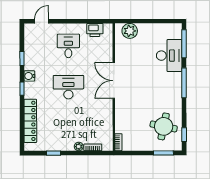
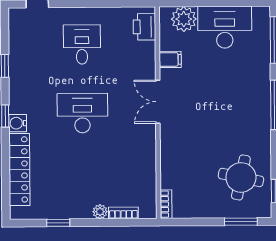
printer: (95, 30) -> (144, 27), moved, turned 90
filing cabinet: (121, 55) -> (170, 59), added
desk: (169, 56) -> (225, 27), moved, turned -90
water cooler: (29, 76) -> (18, 123), moved
double door: (114, 81) -> (158, 102), width x0.73

